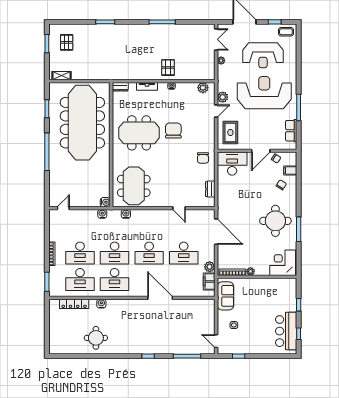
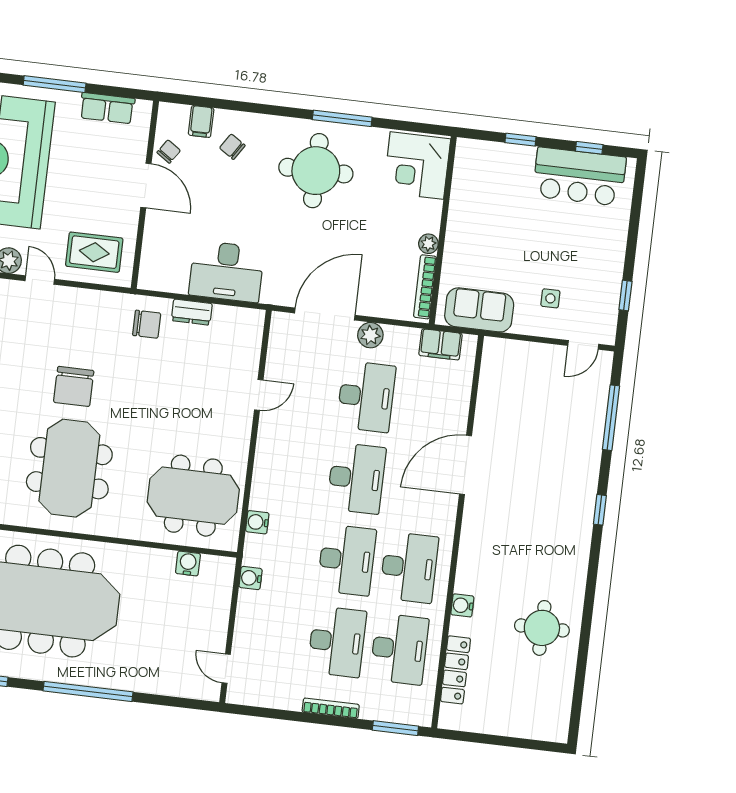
chair: (173, 131) -> (74, 386), turned -90
desk: (232, 164) -> (227, 271), moved, turned -90
dresser: (210, 189) -> (192, 312), moved
water cooler: (105, 202) -> (188, 563), moved
plant: (210, 267) -> (370, 335), moved

